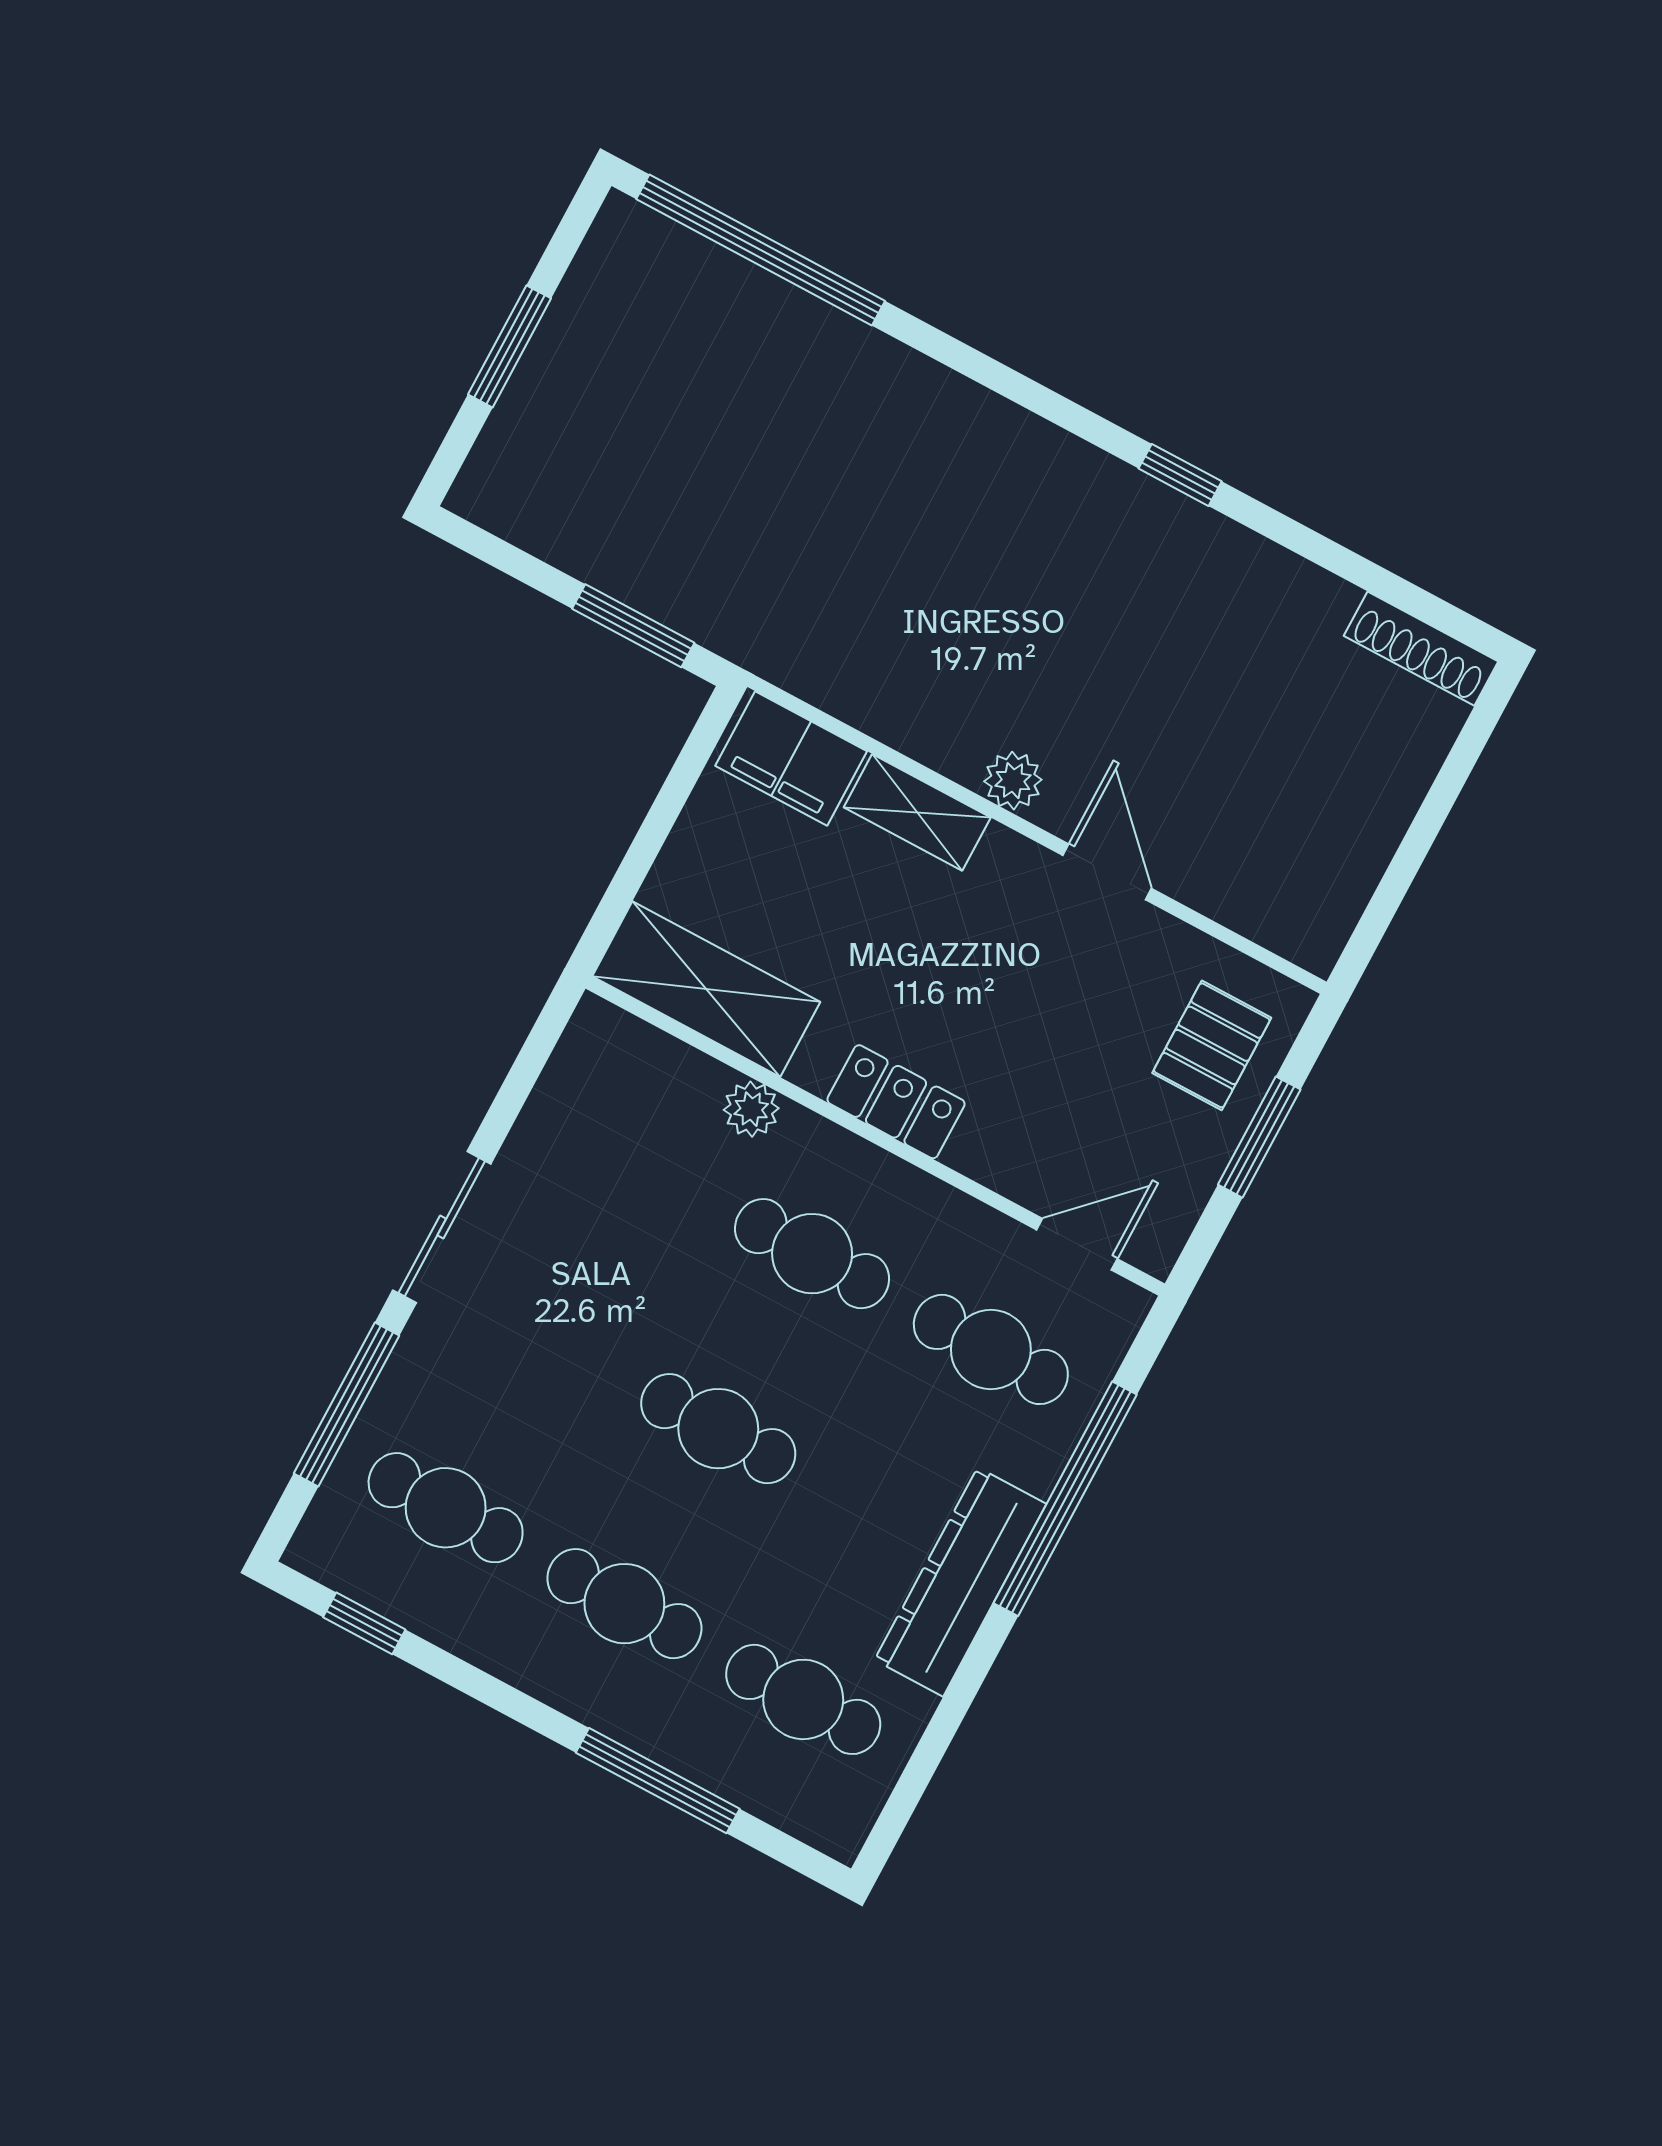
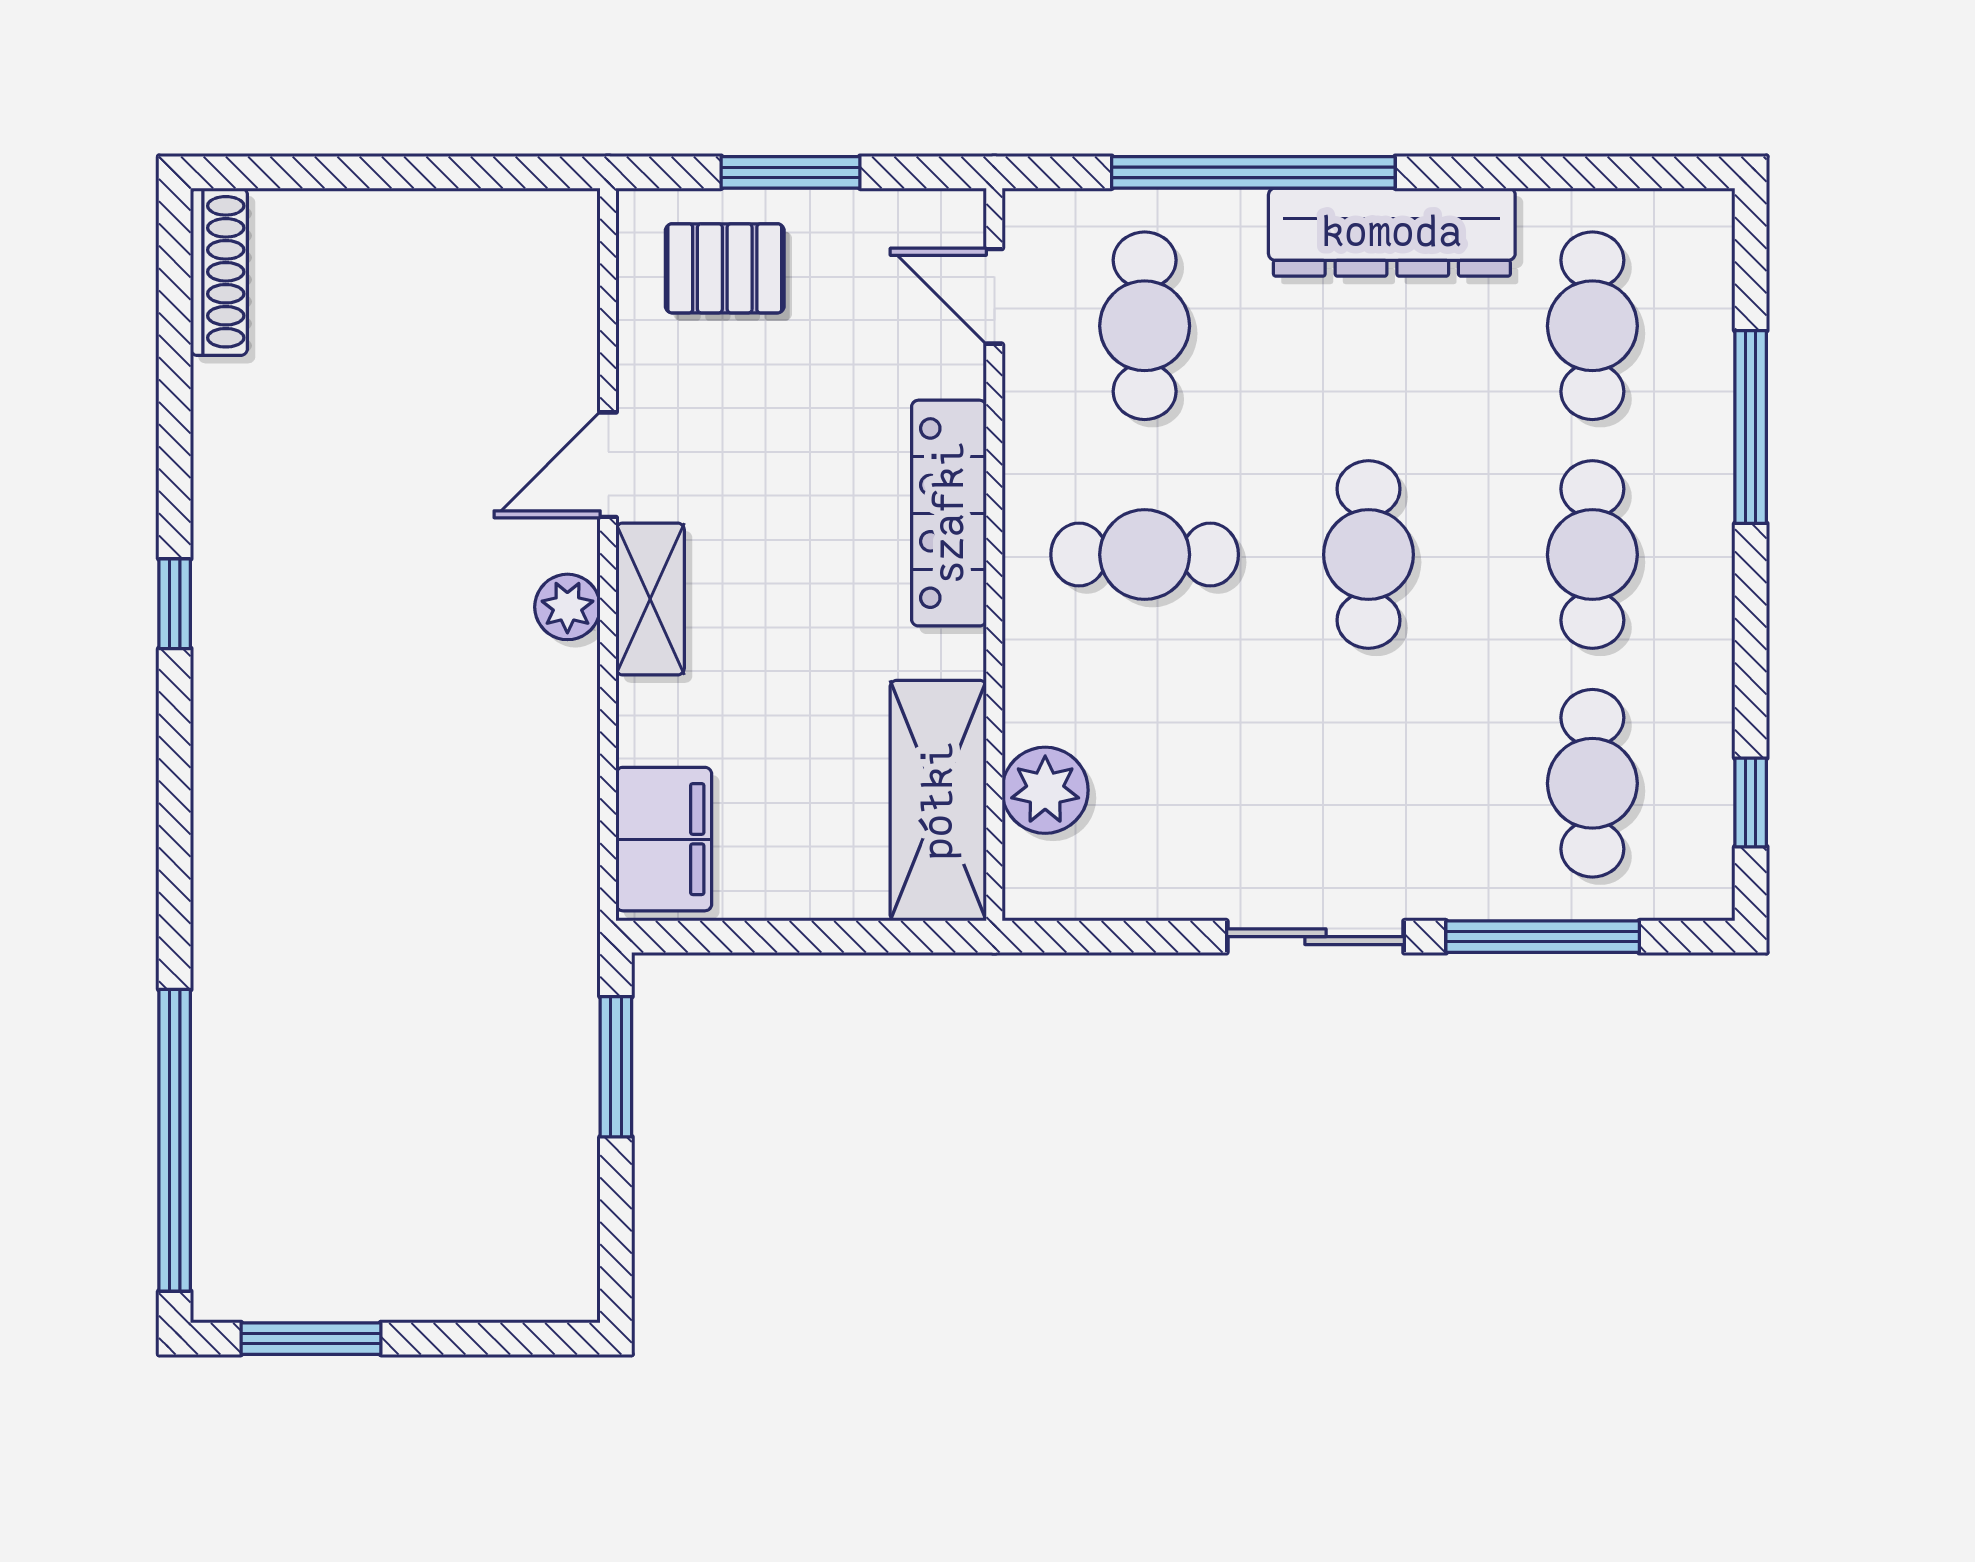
window: (509, 346) -> (311, 1339), moved
shelving: (917, 812) -> (650, 599), moved
locker: (896, 1102) -> (949, 513), width x1.53
plant: (751, 1109) -> (1045, 790), moved, width x1.38, depth x1.38
cafe table: (812, 1254) -> (1145, 555), turned 90

